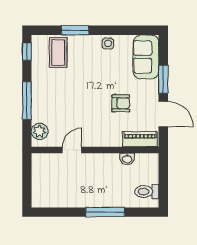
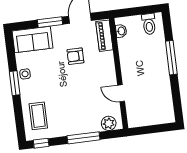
window: (75, 30) -> (15, 83), moved
coffee table: (58, 52) -> (38, 116), turned 90
armchair: (121, 103) -> (75, 56), turned -90
washbasin: (127, 159) -> (121, 31), moved

